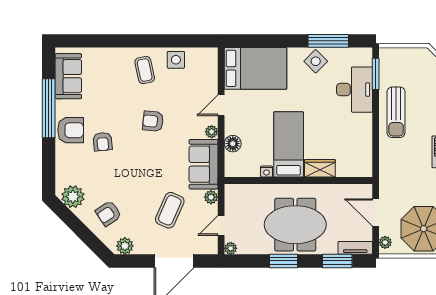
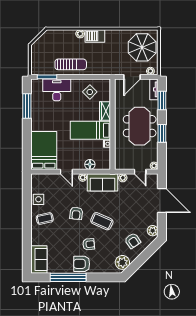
side table: (316, 61) -> (90, 92), moved
sofa: (68, 76) -> (39, 259), moved, turned 90
armchair: (71, 130) -> (82, 264), turned -90
coffee table: (170, 210) -> (102, 221), moved

